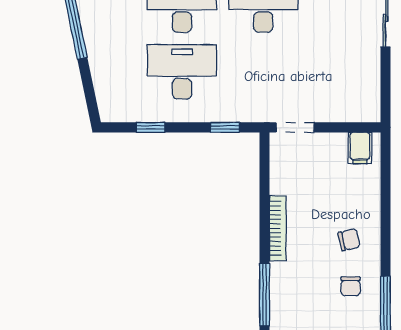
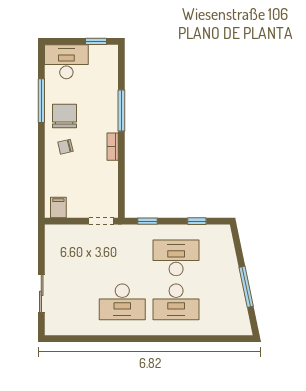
desk: (182, 72) -> (176, 258), turned 180
bookcase: (278, 228) -> (113, 147), width x0.64
chair: (351, 286) -> (64, 116), width x1.87, depth x1.87

